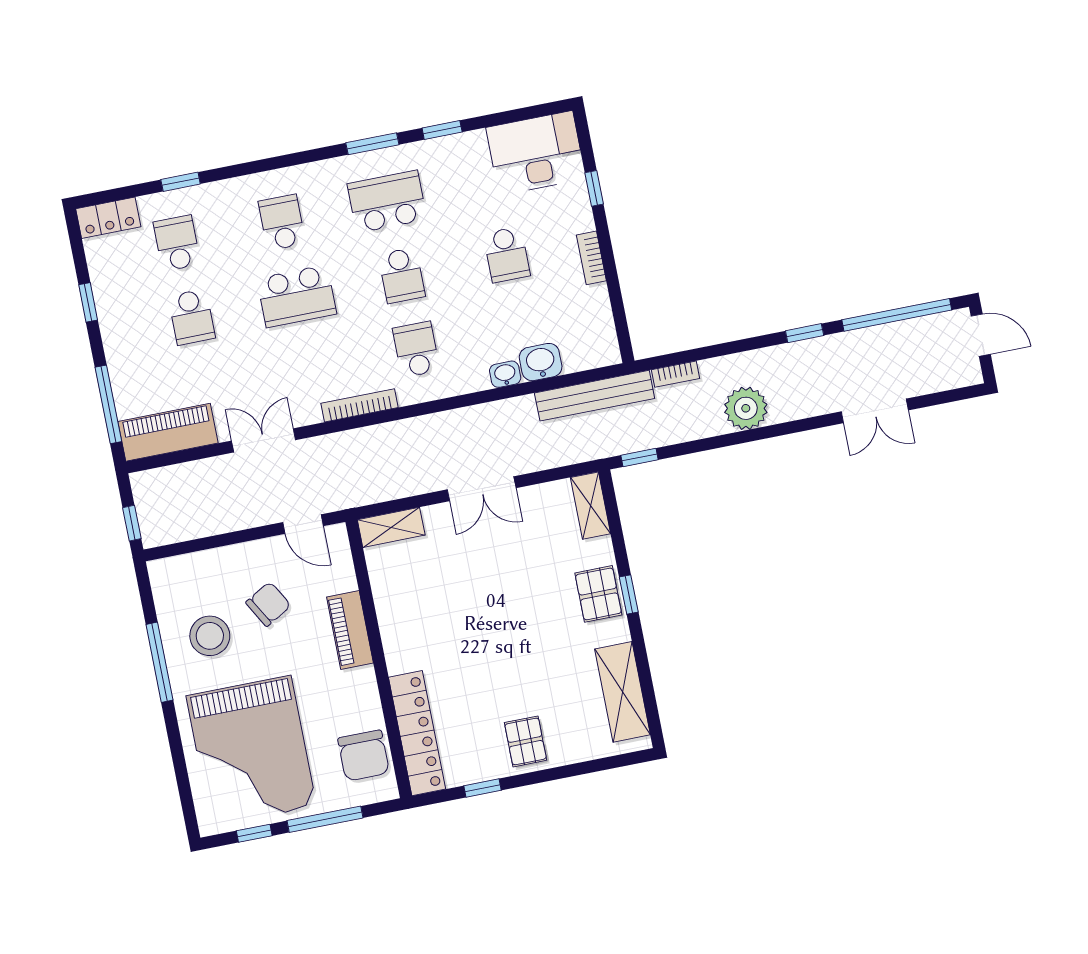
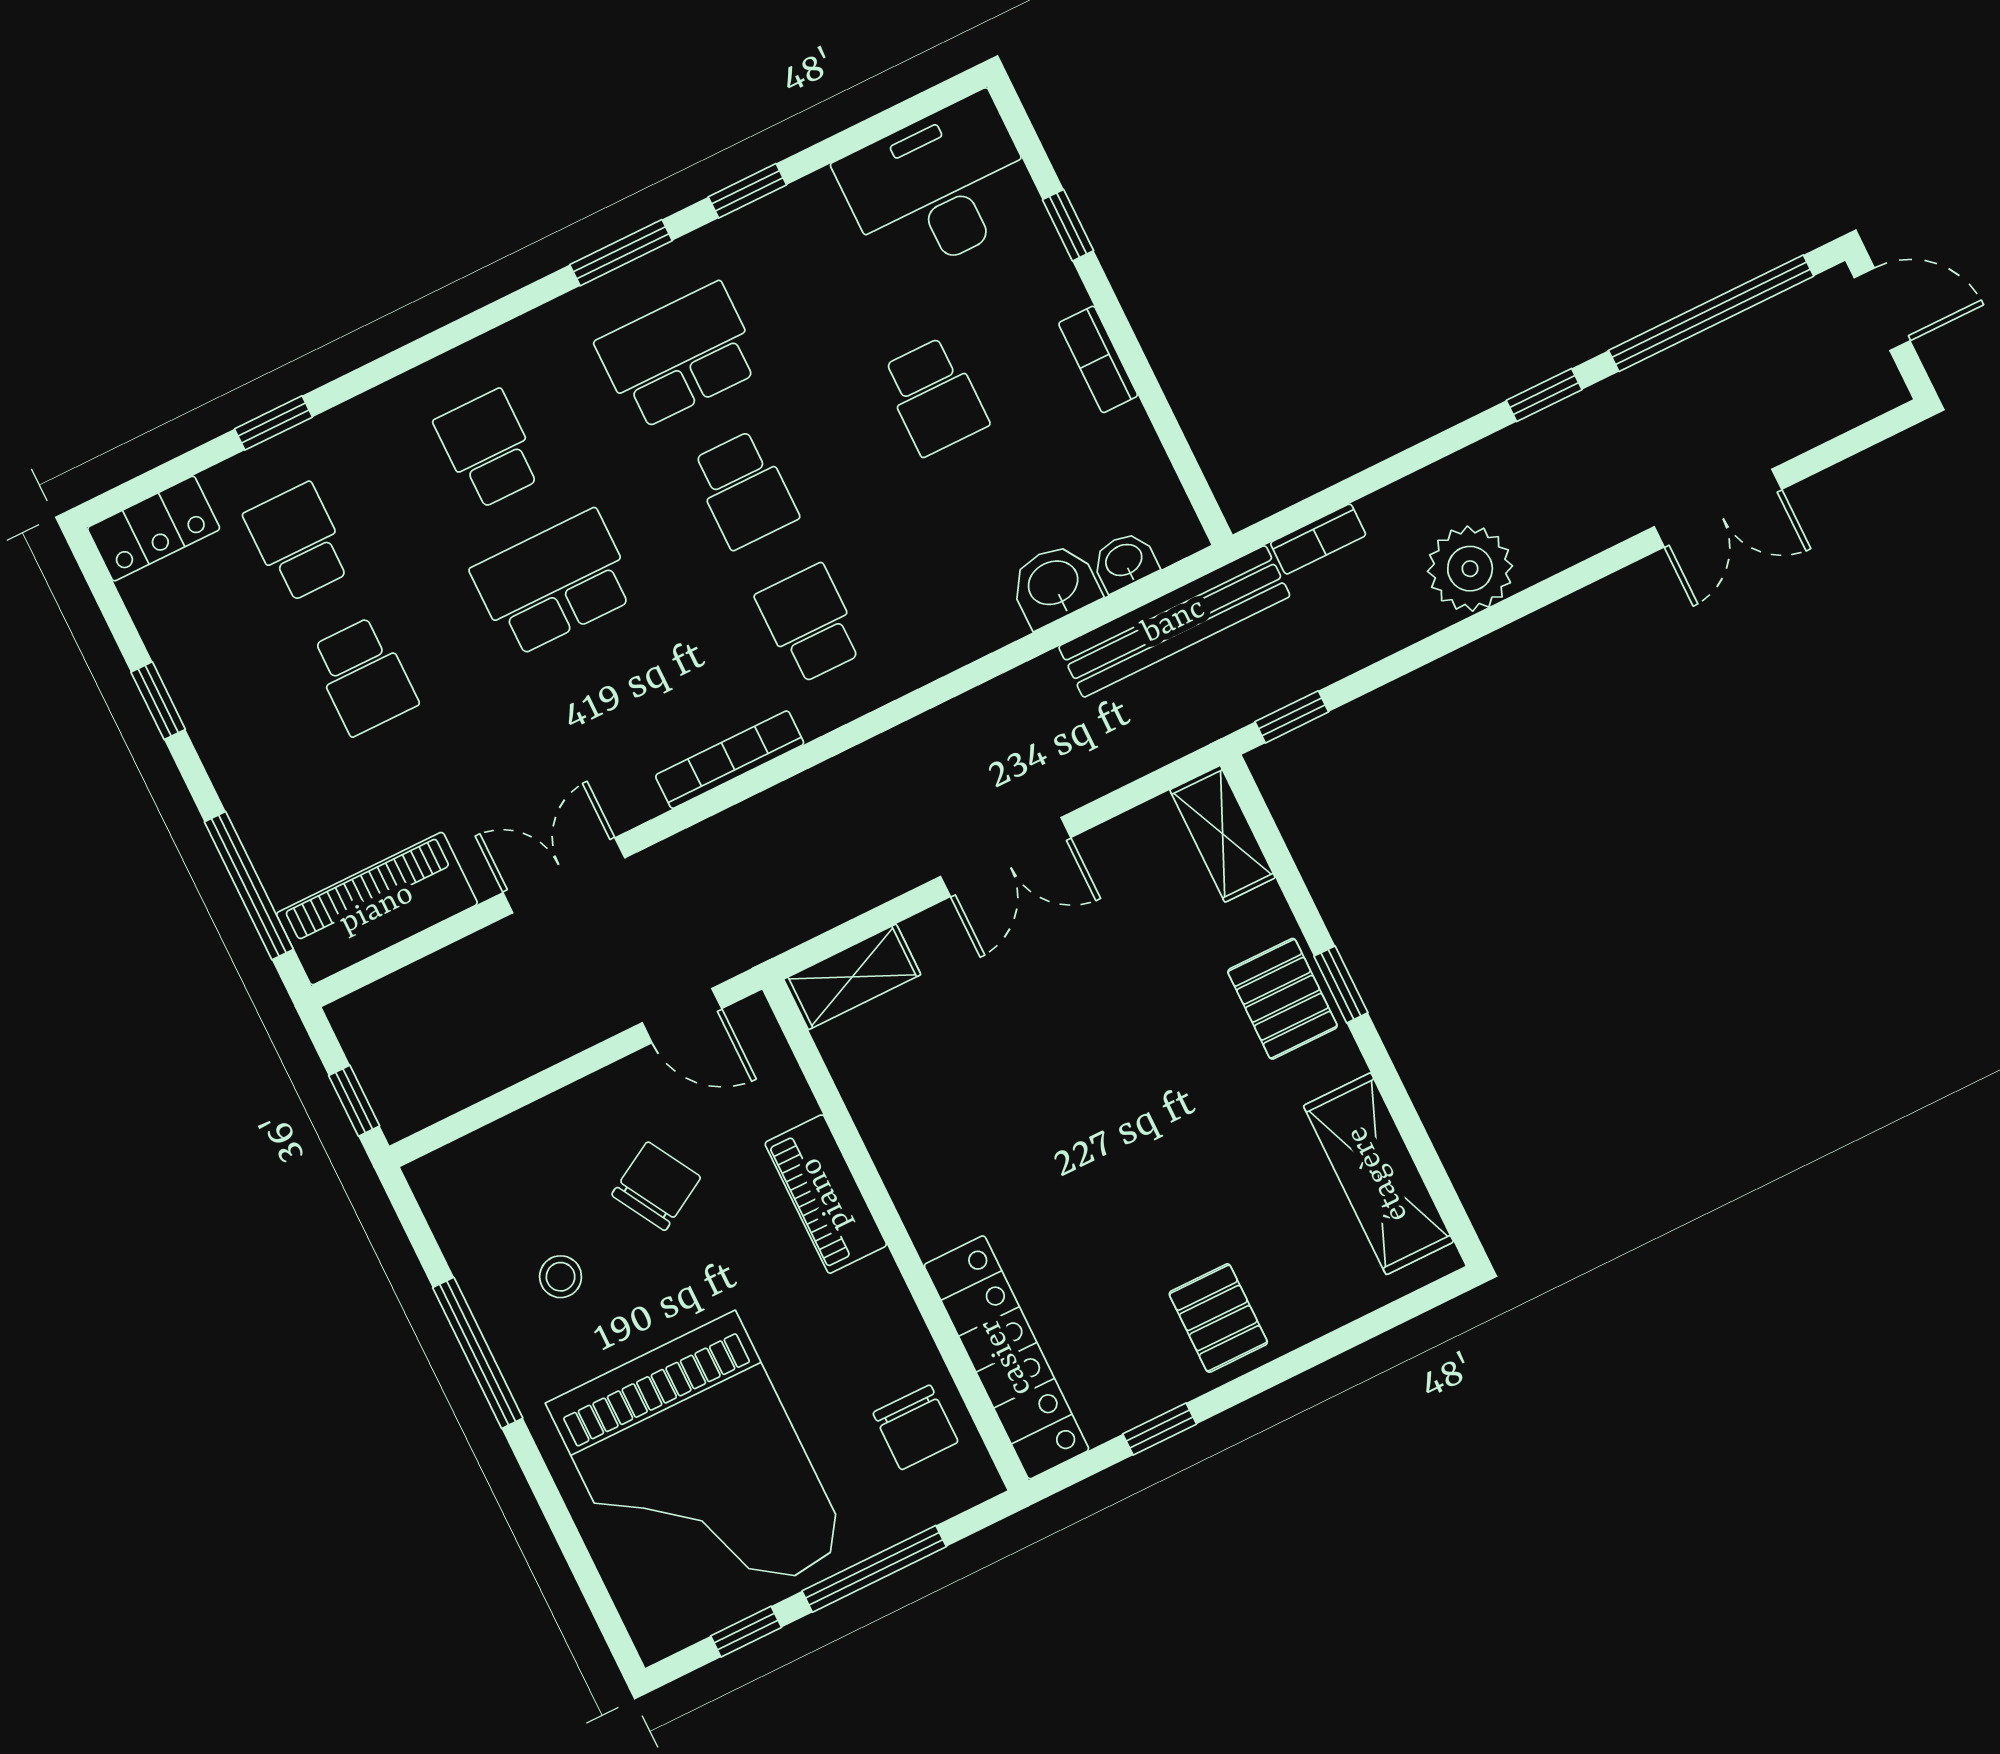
school desk: (297, 296) -> (554, 583), turned 180
washbasin: (505, 374) -> (1124, 561), moved
stool: (210, 636) -> (561, 1277), width x0.53, depth x0.53
chair: (364, 756) -> (916, 1427), width x0.73, depth x0.73

